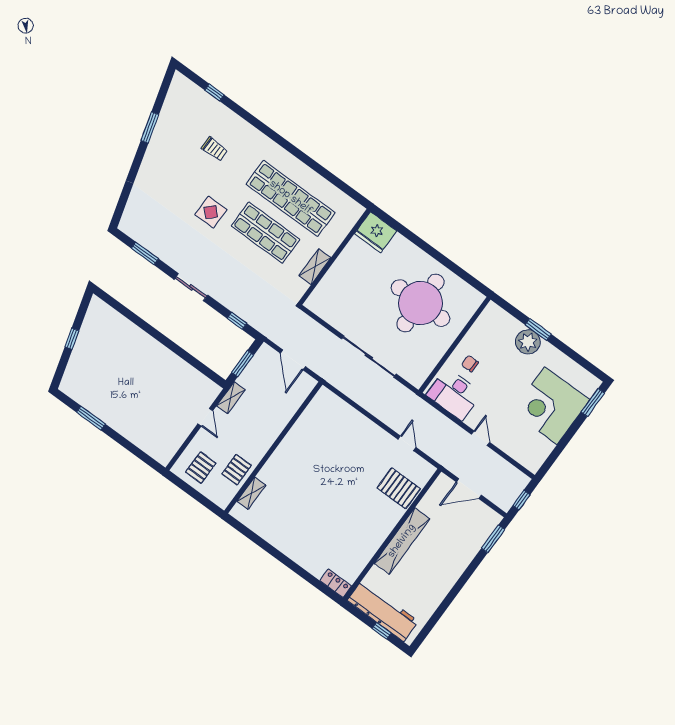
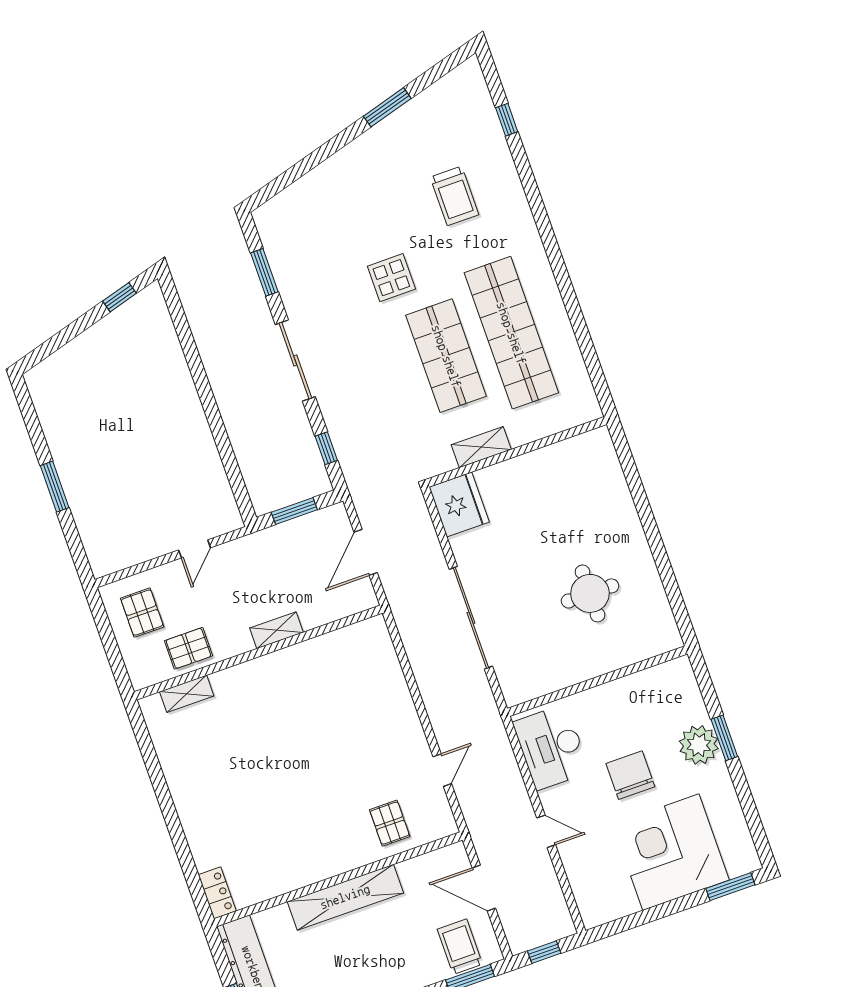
trolley: (214, 149) -> (454, 196), width x1.36, depth x1.39
fridge: (376, 232) -> (459, 505), moved, turned 180
sliding door: (191, 287) -> (295, 361), width x1.37
round table: (420, 303) -> (590, 593), width x0.54, depth x0.54
window: (72, 339) -> (120, 297), moved
chair: (470, 364) -> (630, 775), moved, width x1.87, depth x1.87
shelving: (231, 398) -> (276, 630), moved
window: (91, 418) -> (55, 487), moved
door: (481, 438) -> (546, 831), hinge flipped
pallet: (201, 468) -> (142, 613), turned 90
pallet: (399, 488) -> (390, 823), width x0.67, depth x0.71
trolley: (477, 526) -> (460, 947), added

